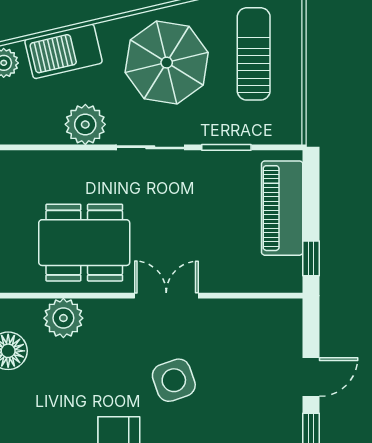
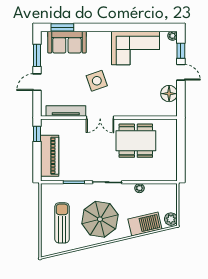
sun lounger: (254, 54) -> (62, 223), turned 180
plant: (85, 124) -> (139, 188), width x0.53, depth x0.53
tv unit: (245, 311) -> (66, 111), added
plant: (63, 318) -> (145, 108), removed

